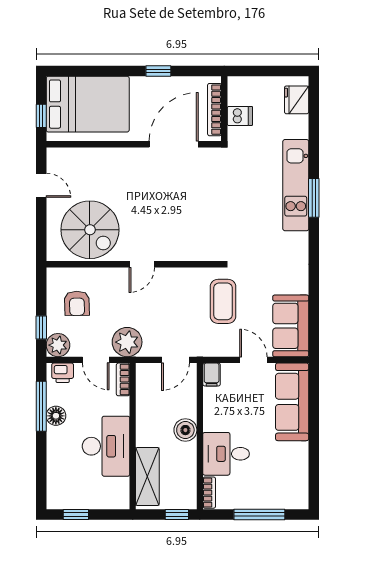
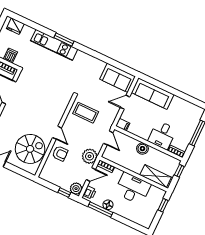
coffee table: (223, 301) -> (86, 113), moved
armchair: (77, 303) -> (60, 153), moved
window: (76, 514) -> (163, 205), moved

